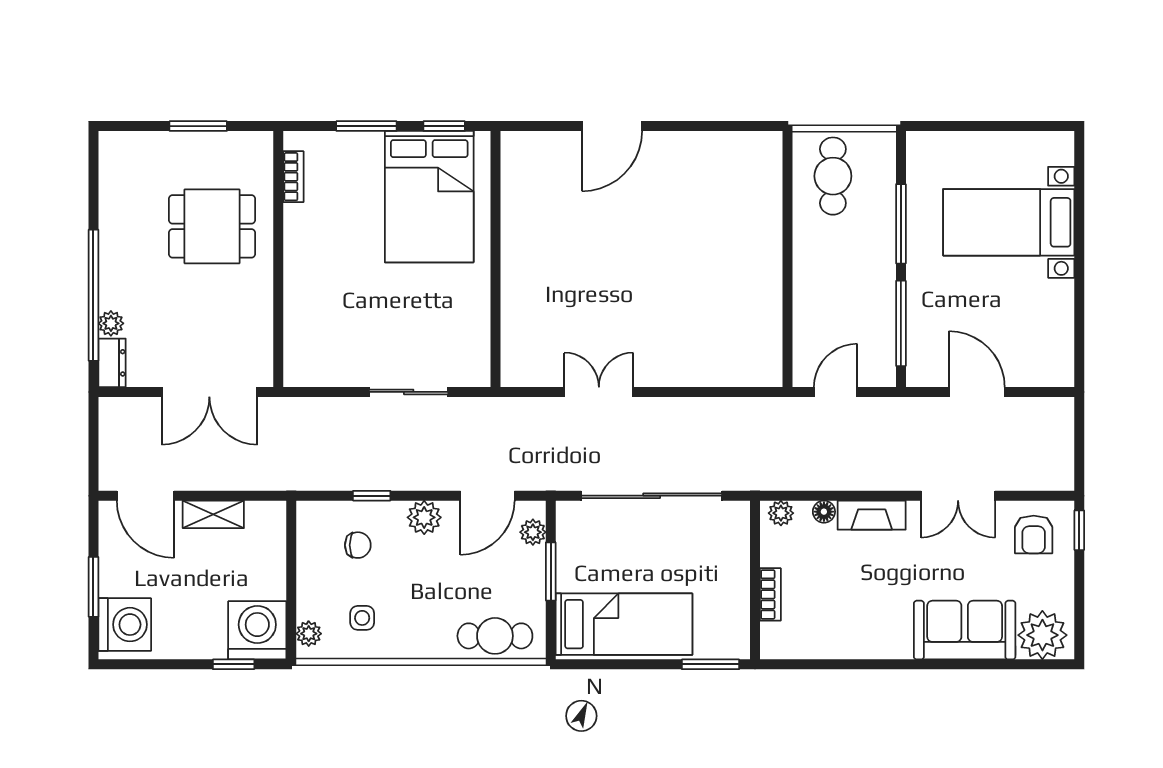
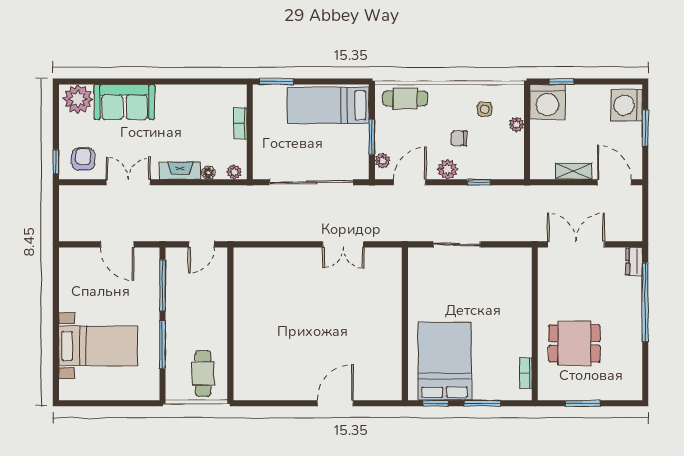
plant: (111, 323) -> (635, 285), removed
chair: (358, 545) -> (459, 138), moved
plant: (309, 634) -> (517, 124), moved

